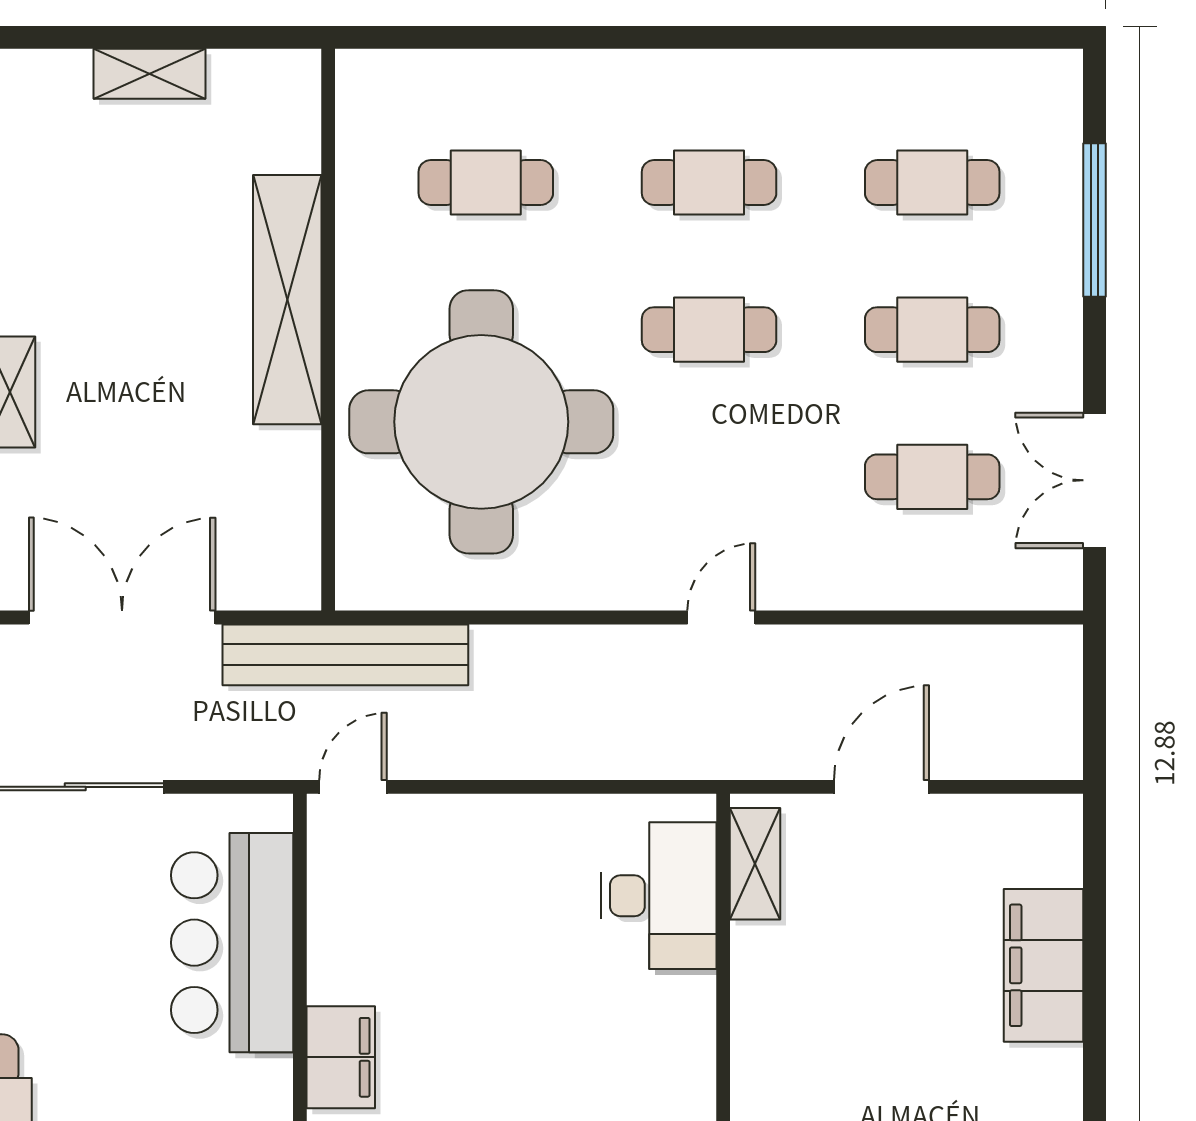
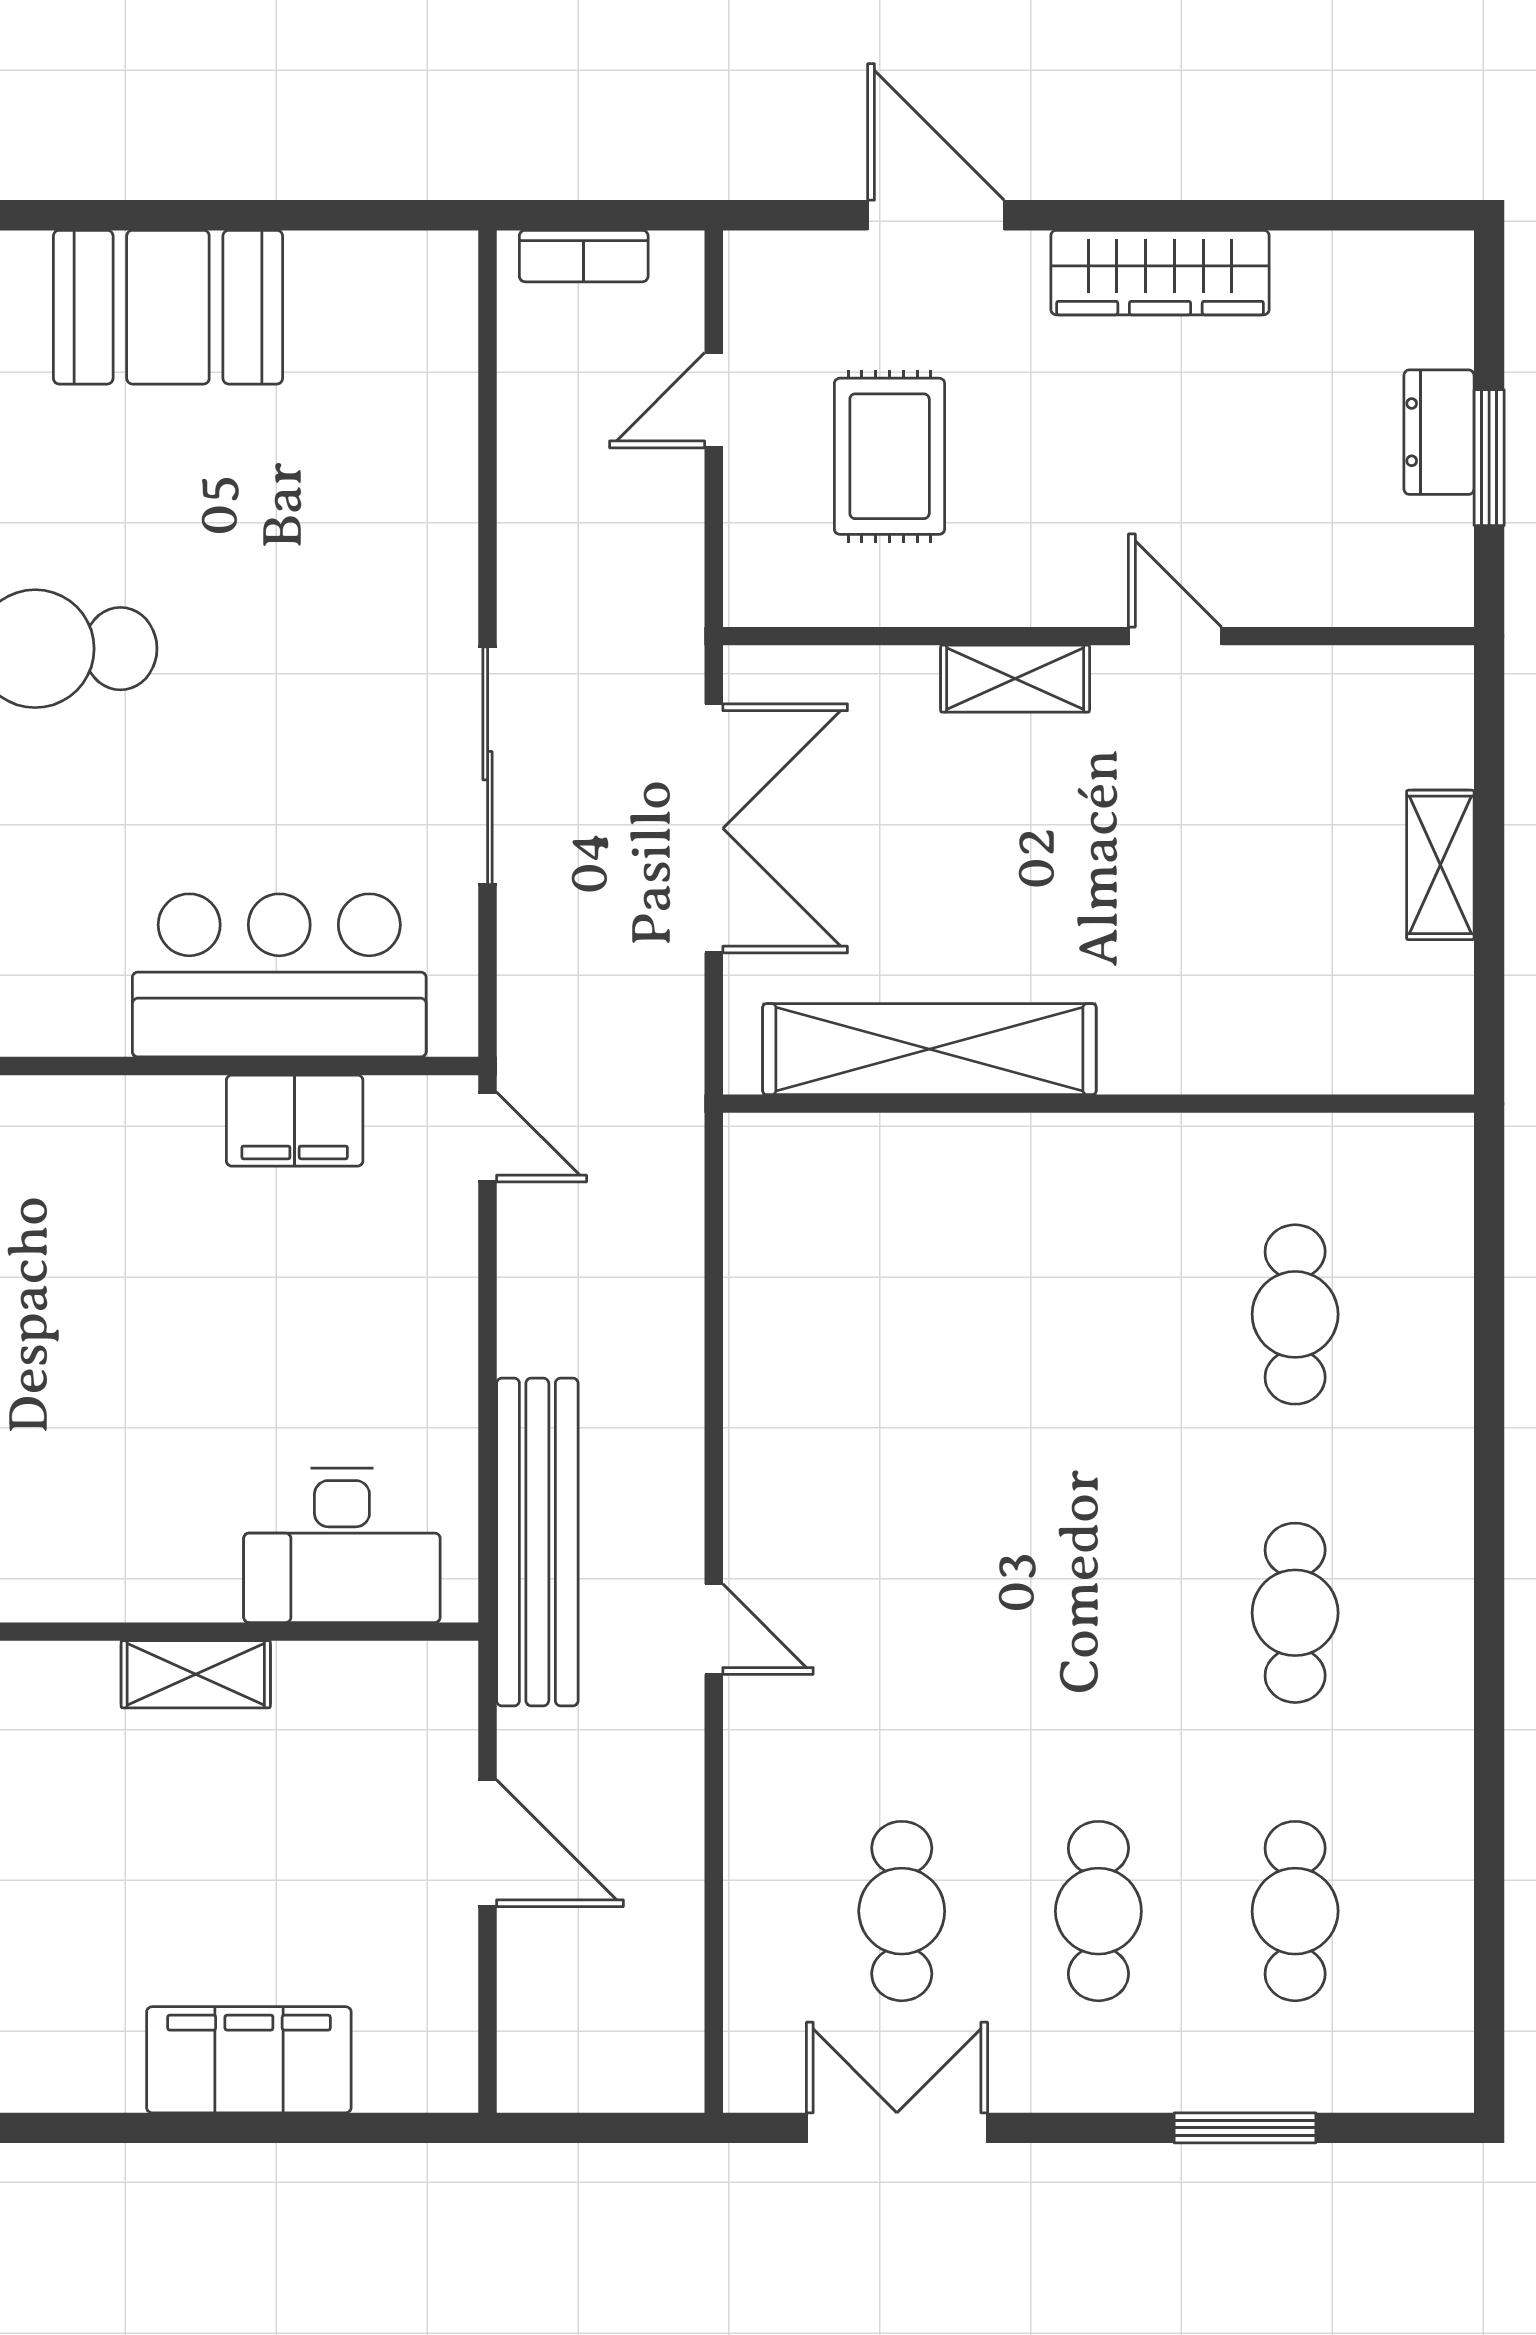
window: (1094, 220) -> (1245, 2128), width x0.69
shelving: (287, 300) -> (929, 1049), moved
cafe table: (709, 330) -> (1098, 1613), removed
round table: (481, 422) -> (975, 1308), removed
bench: (345, 655) -> (537, 1542), moved
shelving: (755, 864) -> (196, 1674), moved
filing cabinet: (341, 1057) -> (295, 1121), moved

